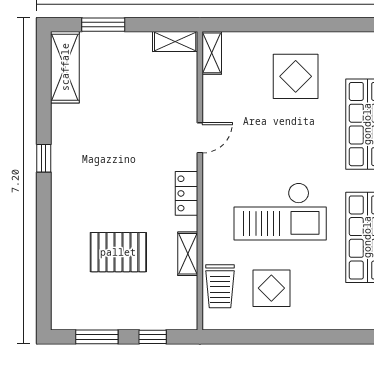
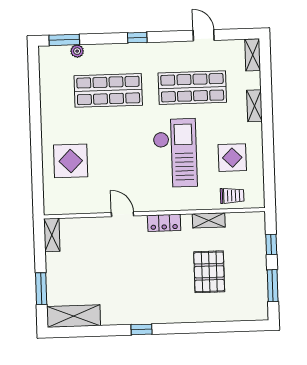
shelving: (212, 53) -> (254, 106), moved, turned 90
display table: (296, 76) -> (71, 161), moved
trolley: (220, 286) -> (232, 196), width x0.73, depth x0.72

